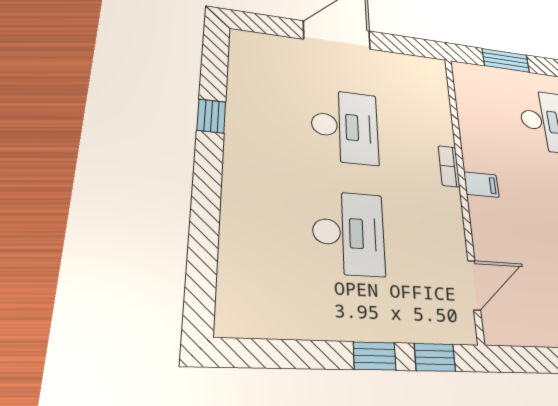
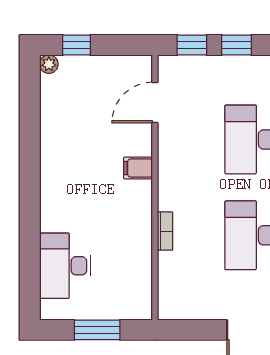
bookcase: (449, 166) -> (165, 231), moved
filing cabinet: (481, 185) -> (138, 168), moved

